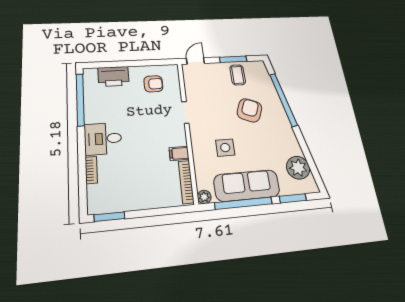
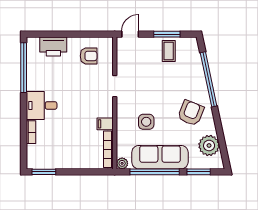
armchair: (249, 110) -> (191, 113), moved

